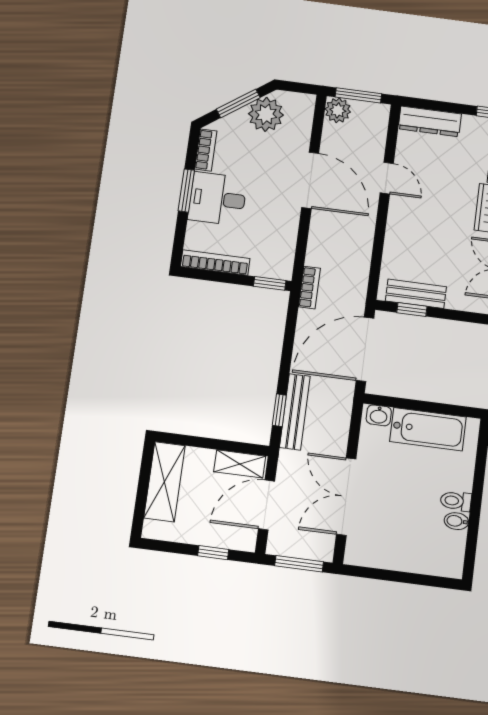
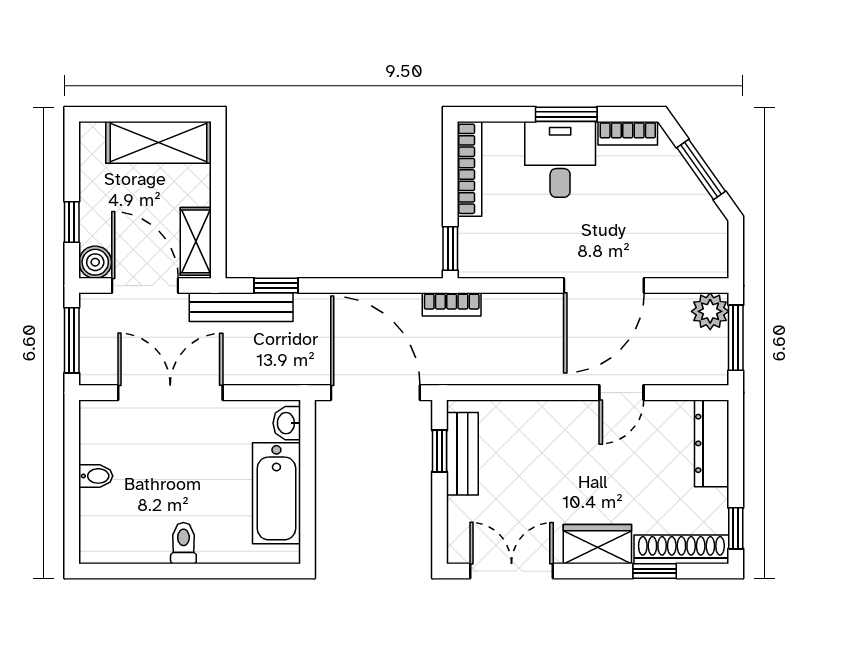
plant: (266, 114) -> (691, 211), removed
bench: (295, 412) -> (241, 307), moved
bidet: (456, 521) -> (96, 476), moved, turned 90
boiler: (245, 539) -> (95, 262), added

